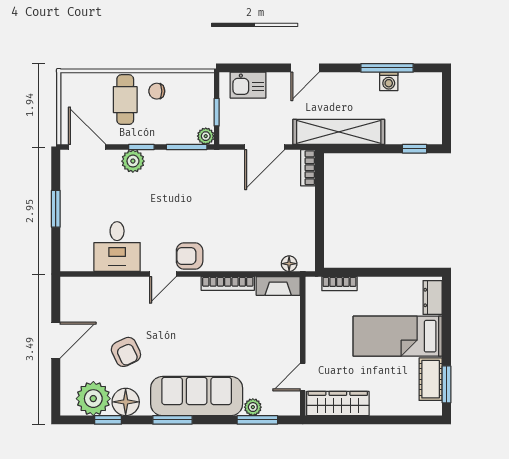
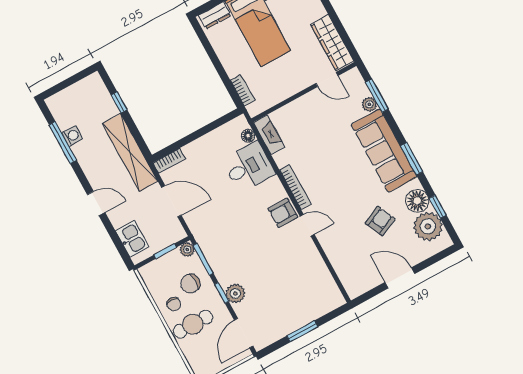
chair: (169, 120) -> (190, 284), added
window: (415, 149) -> (119, 102), moved
desk: (117, 247) -> (249, 167), moved
armchair: (190, 256) -> (283, 213), turned 90
bookcase: (228, 283) -> (295, 187), moved

